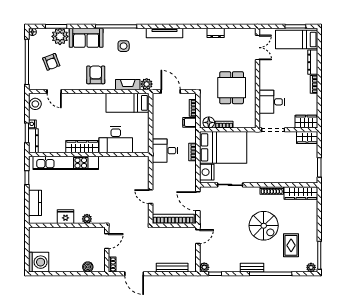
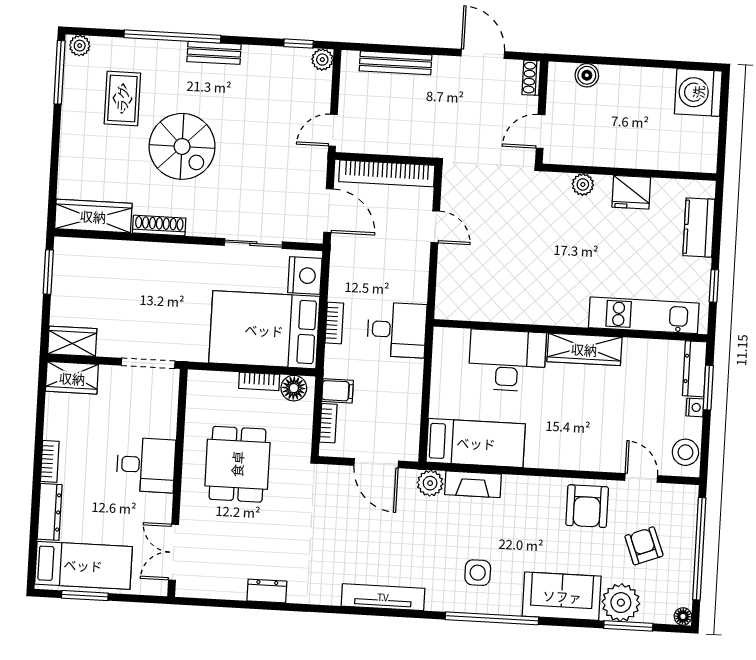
armchair: (96, 75) -> (587, 506), moved
desk: (272, 102) -> (146, 465), moved
kitchen unit: (66, 163) -> (644, 315), width x0.73
spiral stairs: (264, 226) -> (182, 146), turned 180

